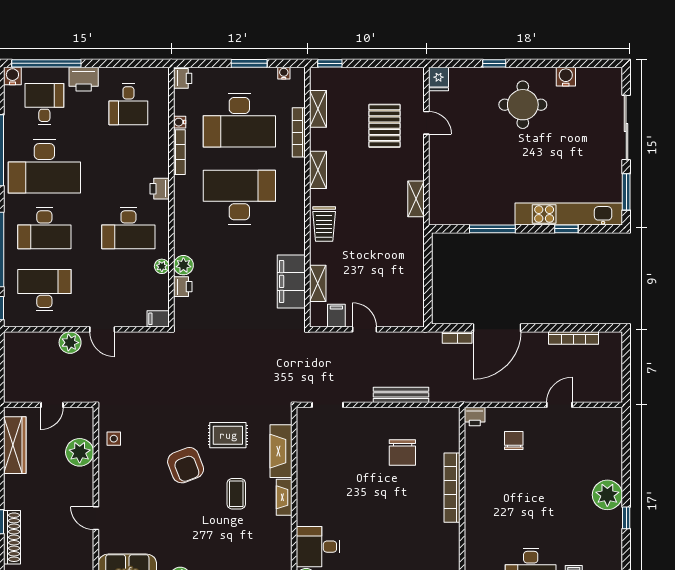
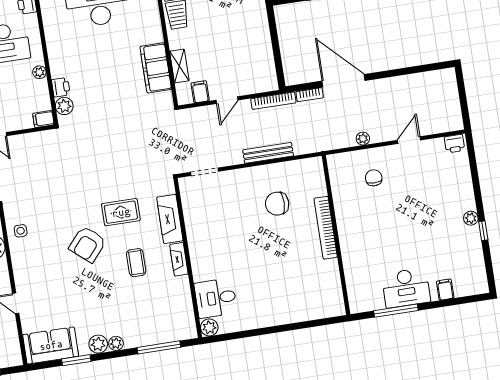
plant: (183, 265) -> (64, 106), moved
door: (497, 328) -> (344, 81), swing flipped
door: (365, 329) -> (227, 100), swing flipped
bookcase: (573, 338) -> (273, 101), moved
plant: (508, 395) -> (363, 139), added
printer: (475, 416) -> (454, 144), moved
chair: (402, 453) -> (277, 204), turned 90
armchair: (186, 465) -> (88, 244), turned 62
plant: (607, 495) -> (471, 218), width x0.53, depth x0.53

